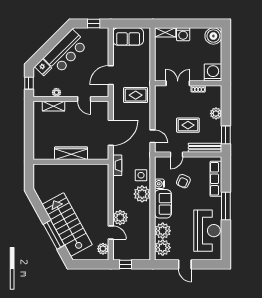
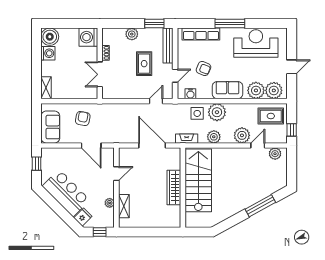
washing machine: (183, 34) -> (48, 53), moved
armchair: (136, 67) -> (83, 119), added
rug: (136, 95) -> (271, 116), moved, turned 90
door: (177, 154) -> (175, 76), hinge flipped
water cooler: (160, 184) -> (190, 94), moved
plant: (119, 191) -> (214, 137), added
stairs: (67, 225) -> (198, 180), moved, turned 119

